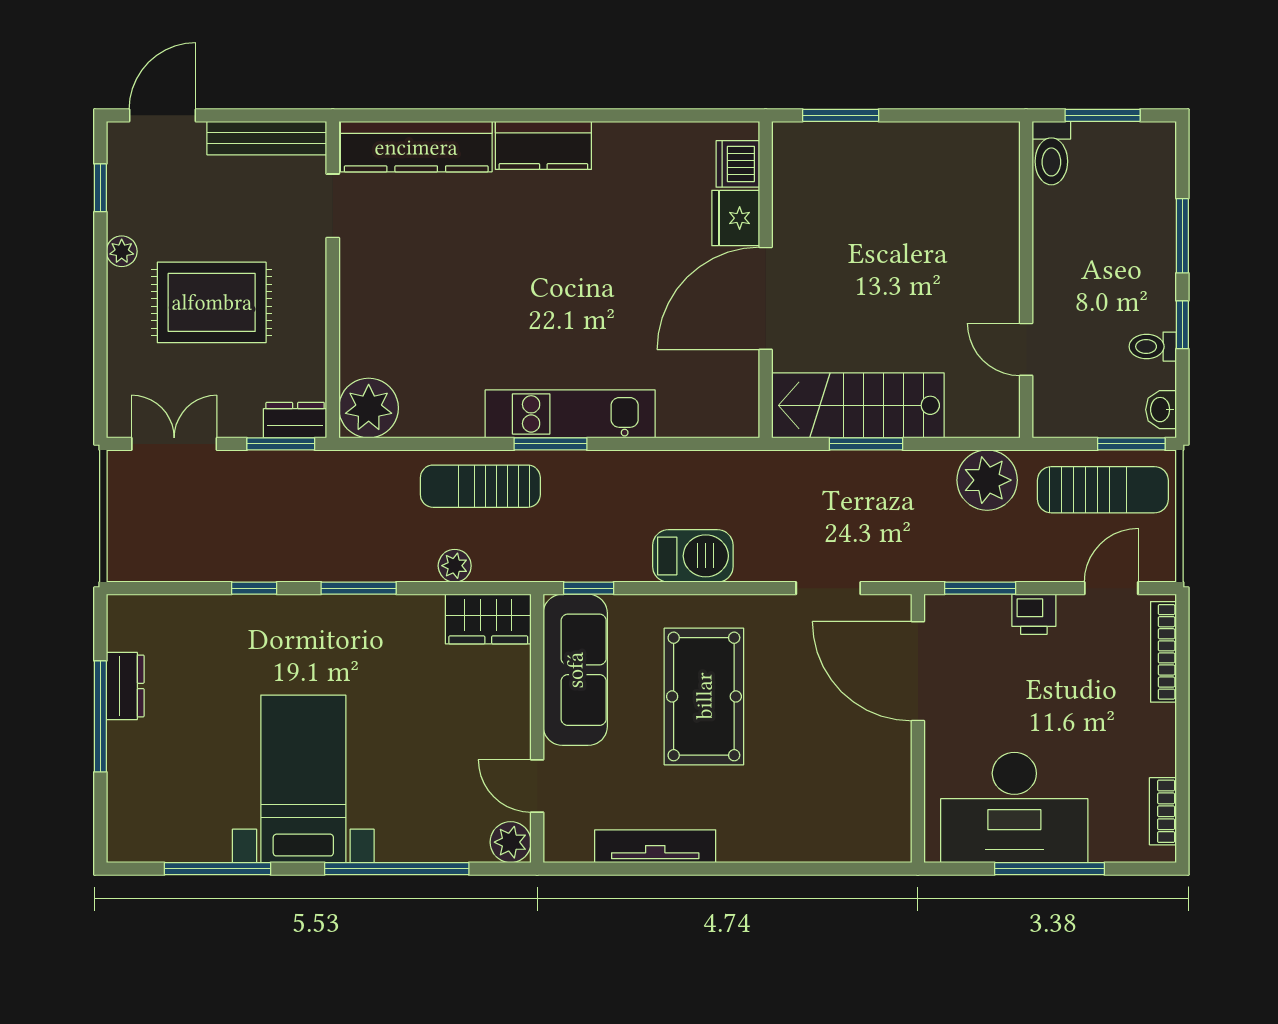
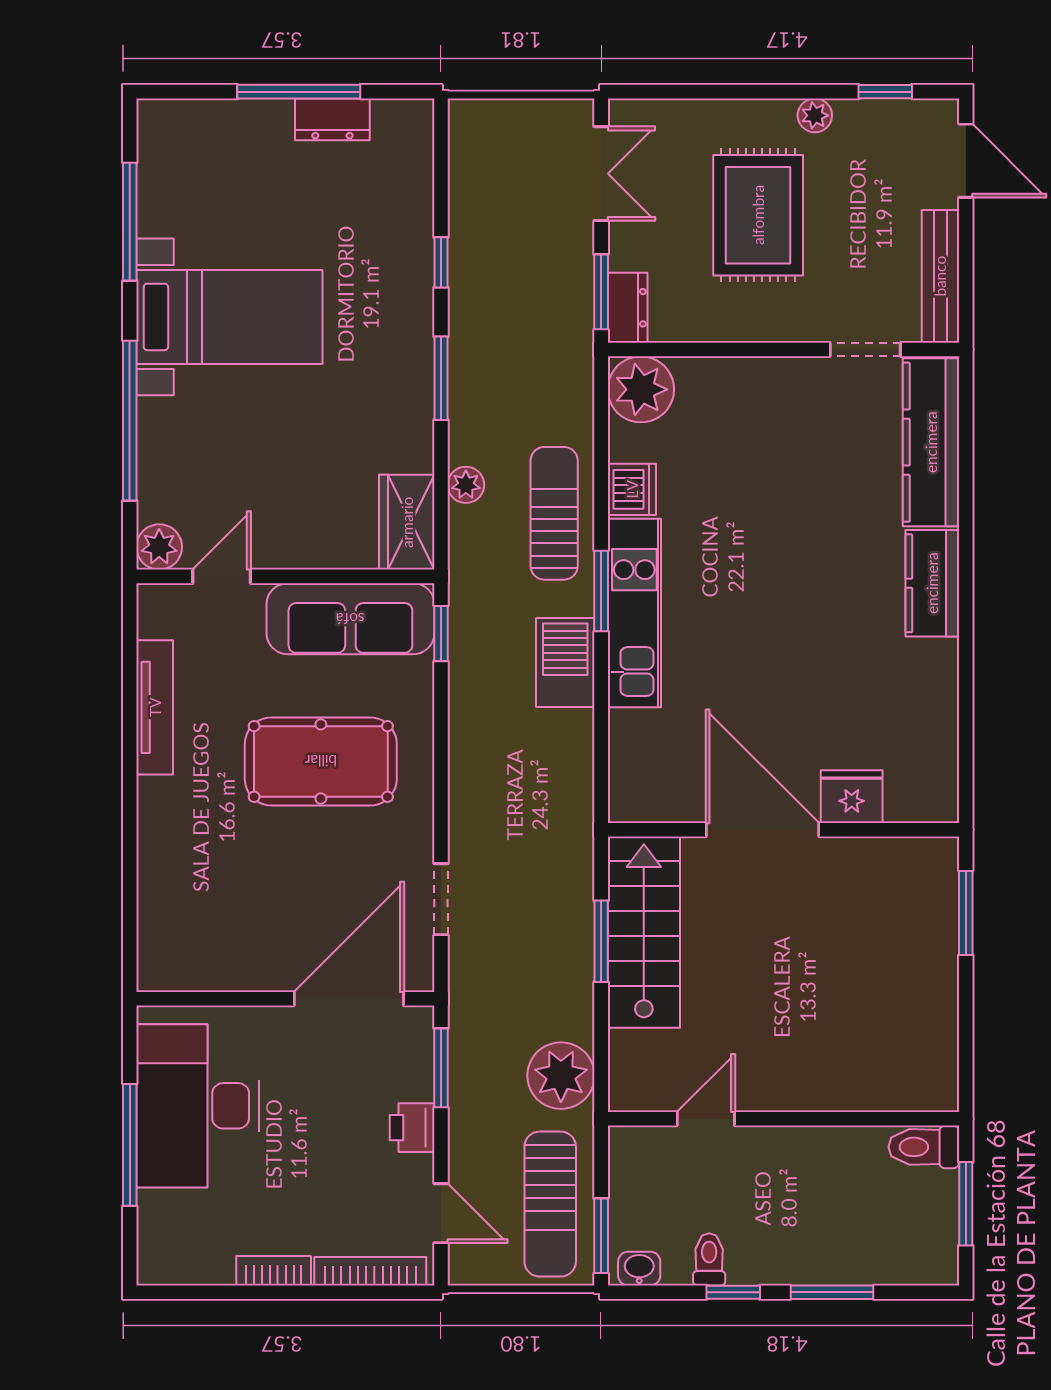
dishwasher: (738, 164) -> (632, 489), moved, turned 90
barbecue: (693, 556) -> (565, 663), moved, turned 180
bookcase: (1163, 811) -> (274, 1271), moved

